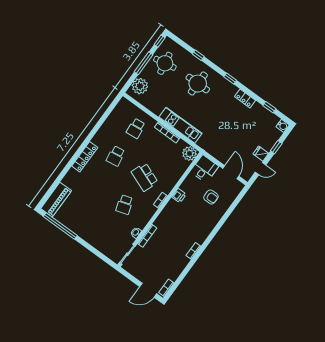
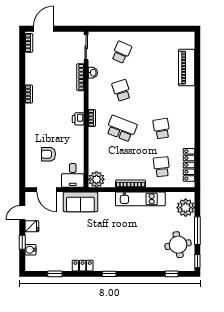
window: (198, 55) -> (172, 274), moved
round table: (198, 84) -> (135, 248), removed
kitchen unit: (180, 125) -> (140, 199), moved
water cooler: (283, 126) -> (31, 250), moved
sofa: (213, 146) -> (80, 202), added
locker: (85, 157) -> (189, 165), moved
printer: (179, 196) -> (78, 119), moved
piano: (56, 200) -> (187, 68), moved
window: (60, 226) -> (166, 29), removed
school desk: (104, 232) -> (121, 52), added

